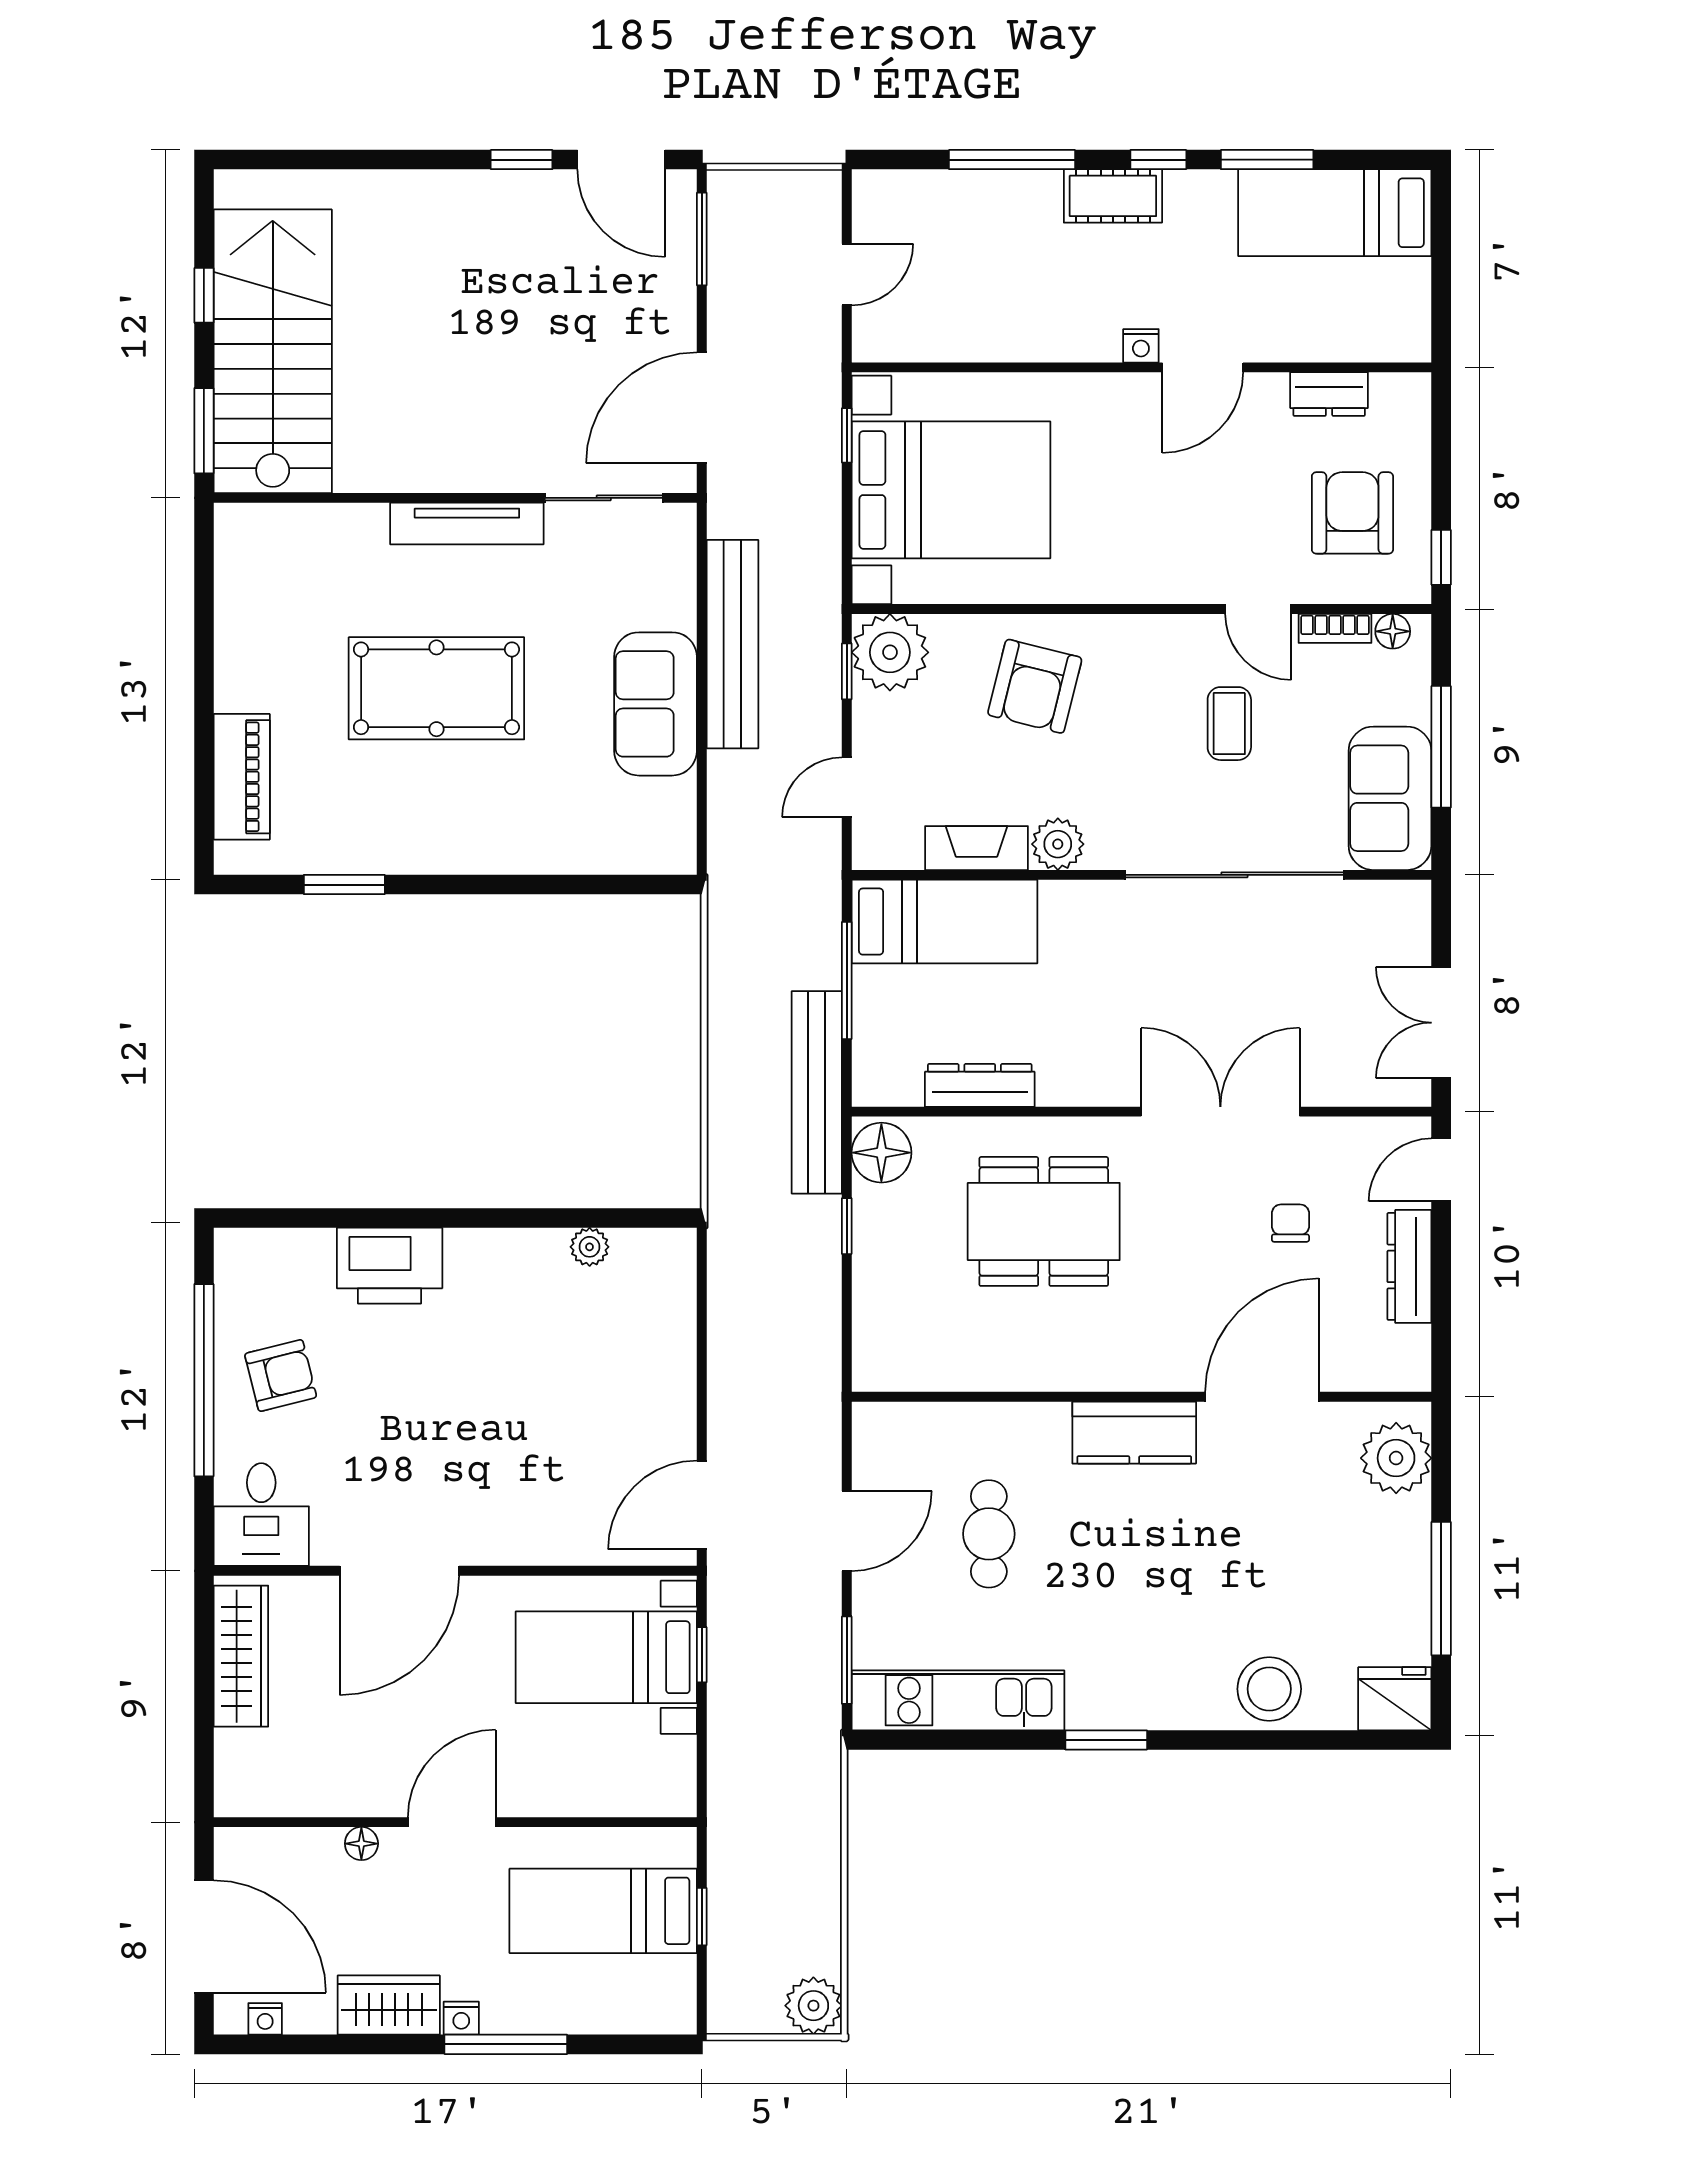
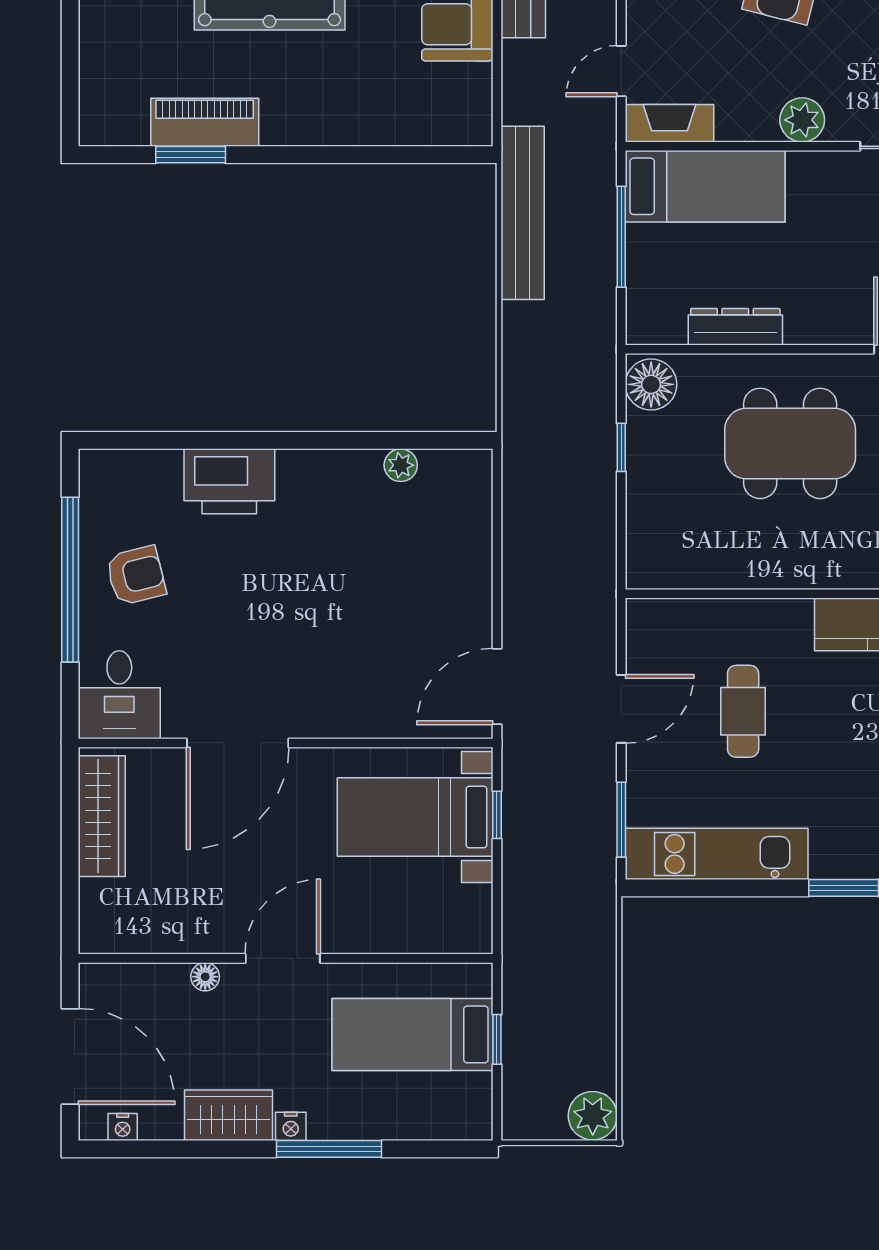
piano: (242, 777) -> (205, 122), moved, turned -90
fireplace: (976, 848) -> (669, 123), moved
bench: (817, 1092) -> (523, 213), moved

